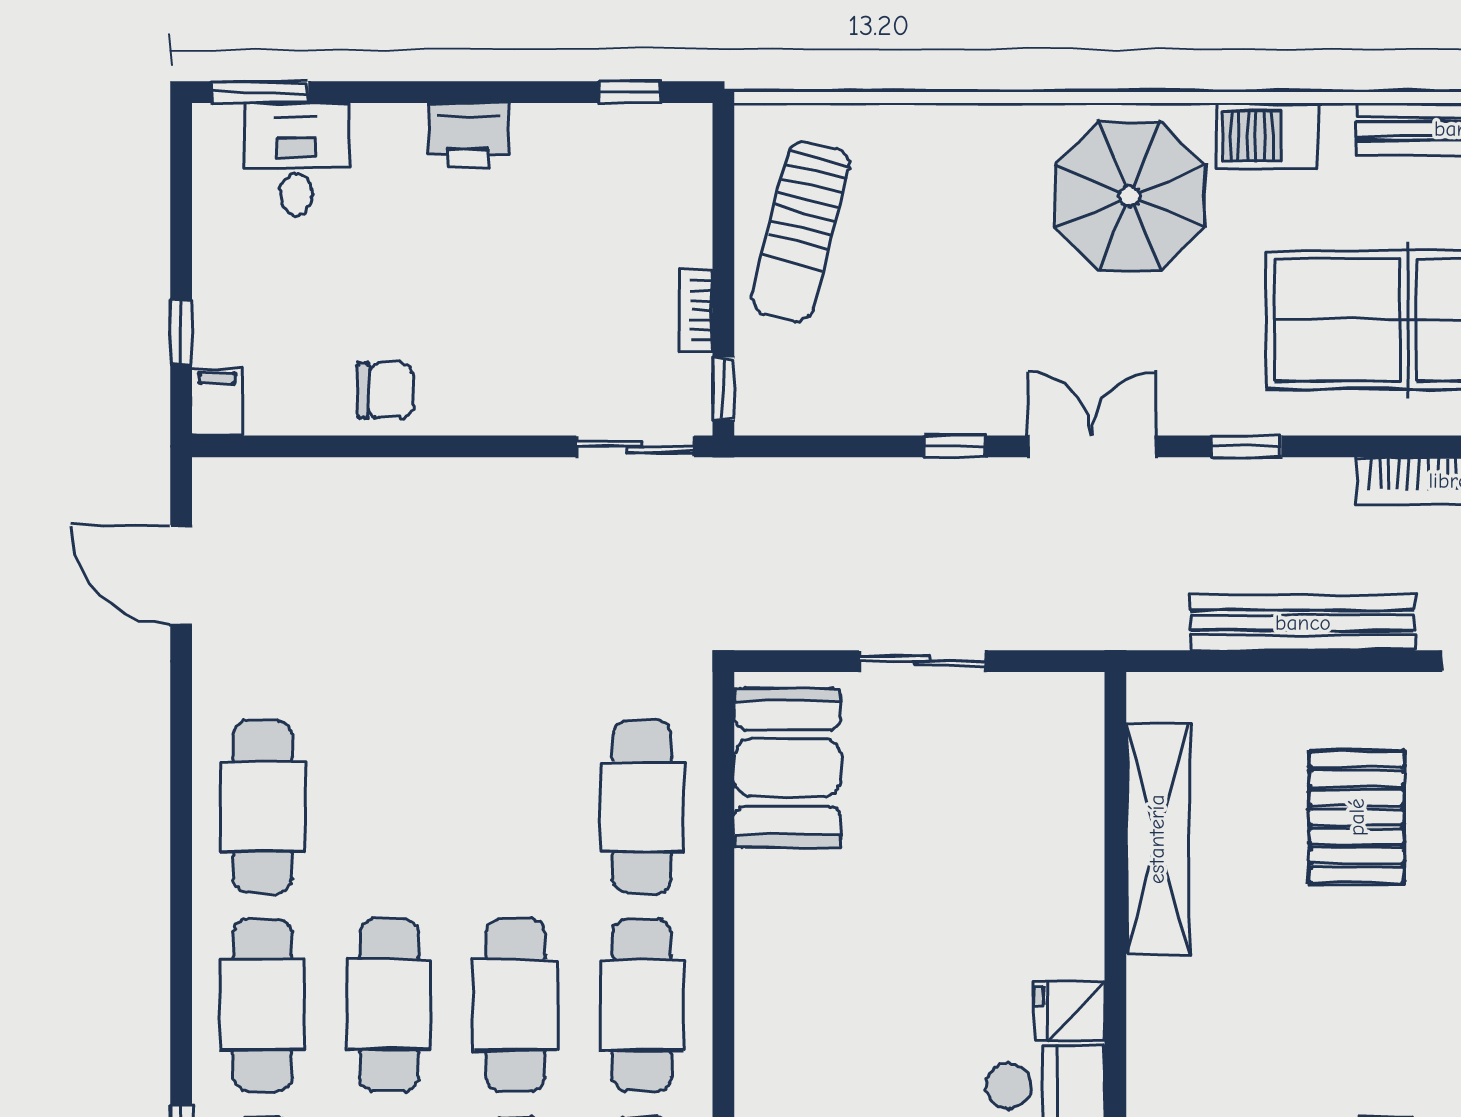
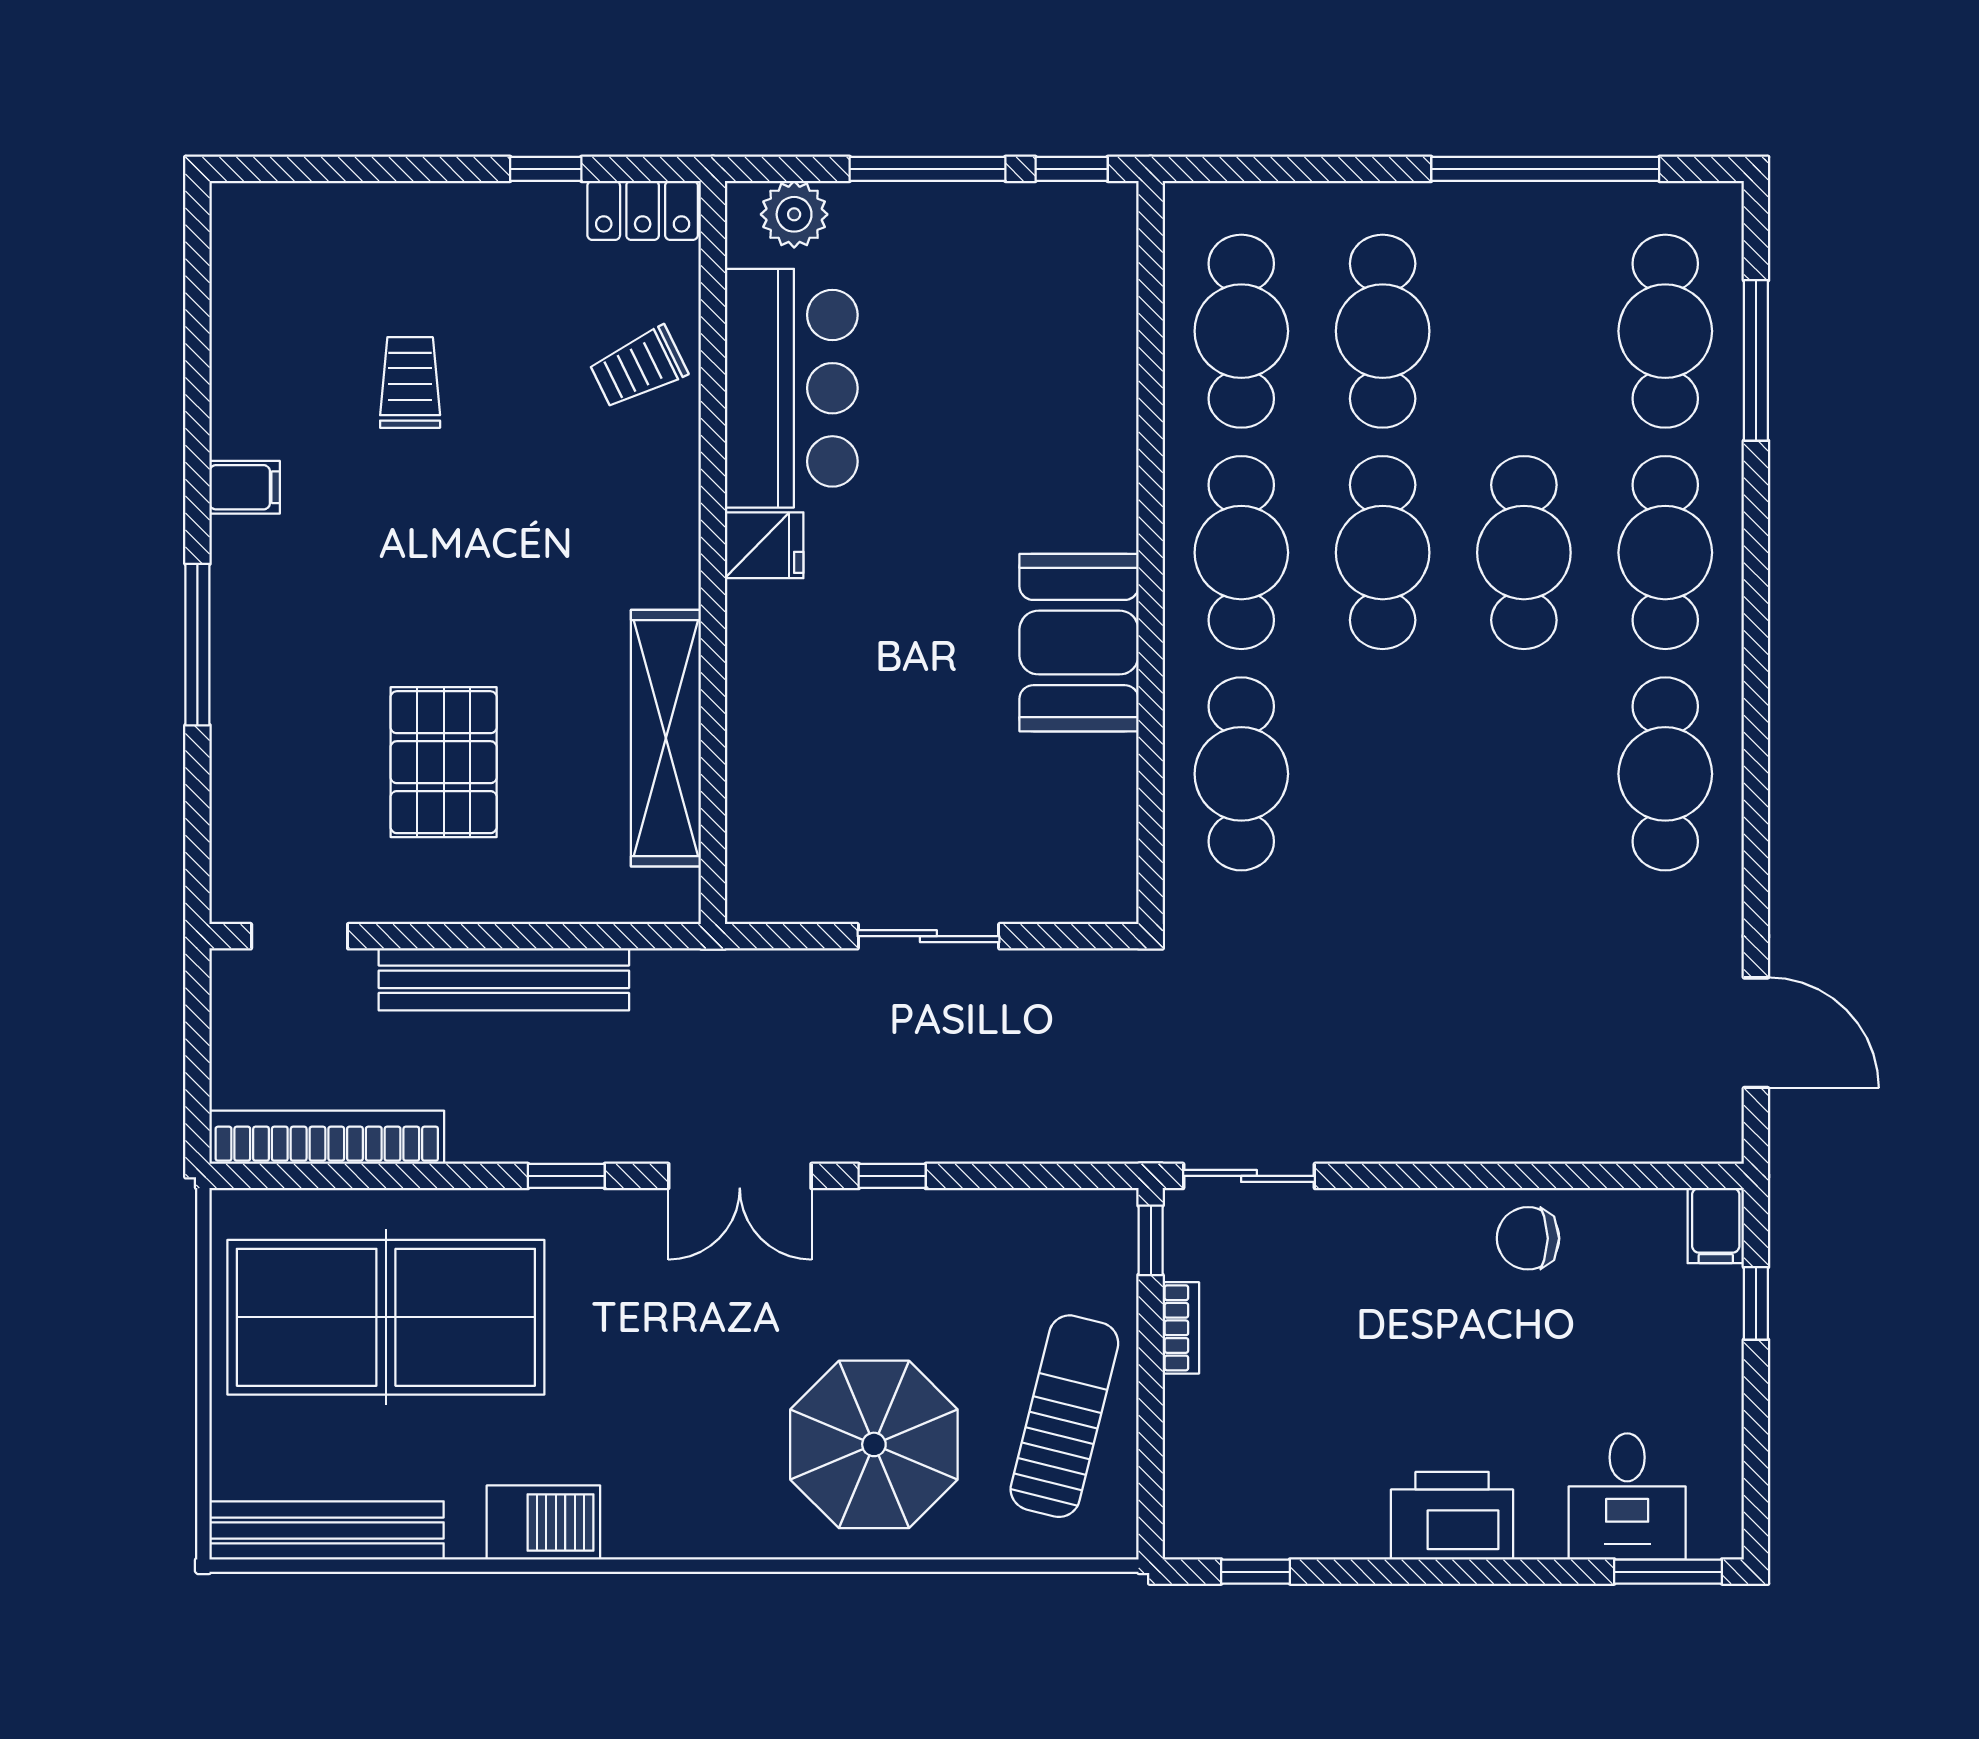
printer: (468, 136) -> (1452, 1516), width x1.37, depth x1.19
parasol: (1130, 196) -> (874, 1444), moved
booth: (787, 768) -> (1079, 643), moved

